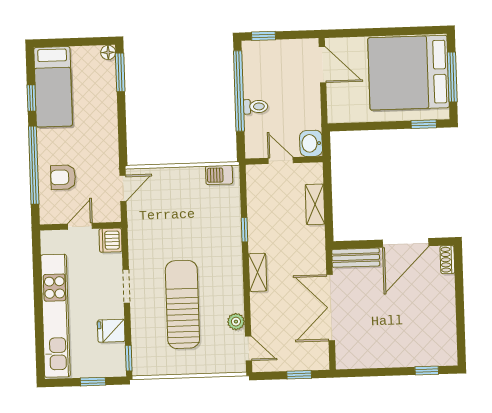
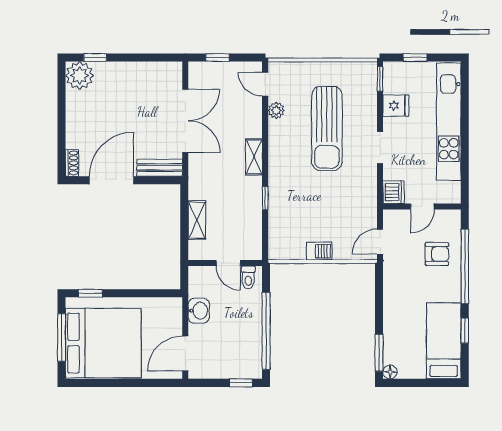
door: (323, 65) -> (185, 354), hinge flipped
toilet: (256, 107) -> (248, 277), moved, turned -90
washbasin: (311, 143) -> (199, 311), moved
barbecue: (219, 175) -> (319, 251), moved
plant: (443, 351) -> (80, 76), added

